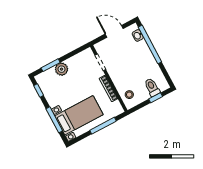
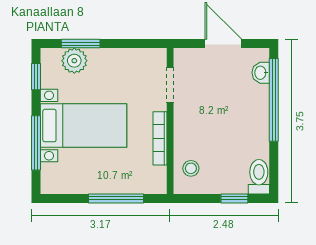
plant: (62, 69) -> (74, 61), moved
toilet: (152, 87) -> (259, 177), moved
bed with nightstands: (79, 115) -> (83, 126), moved

